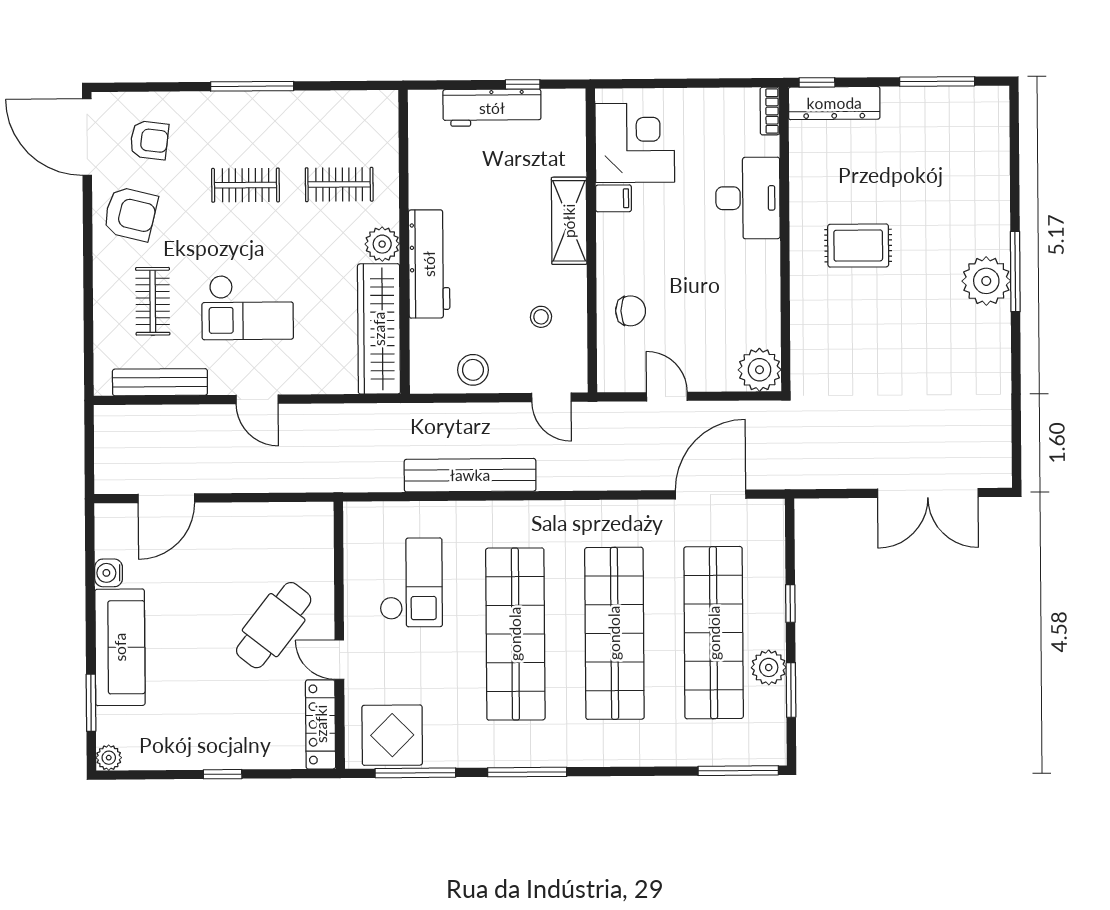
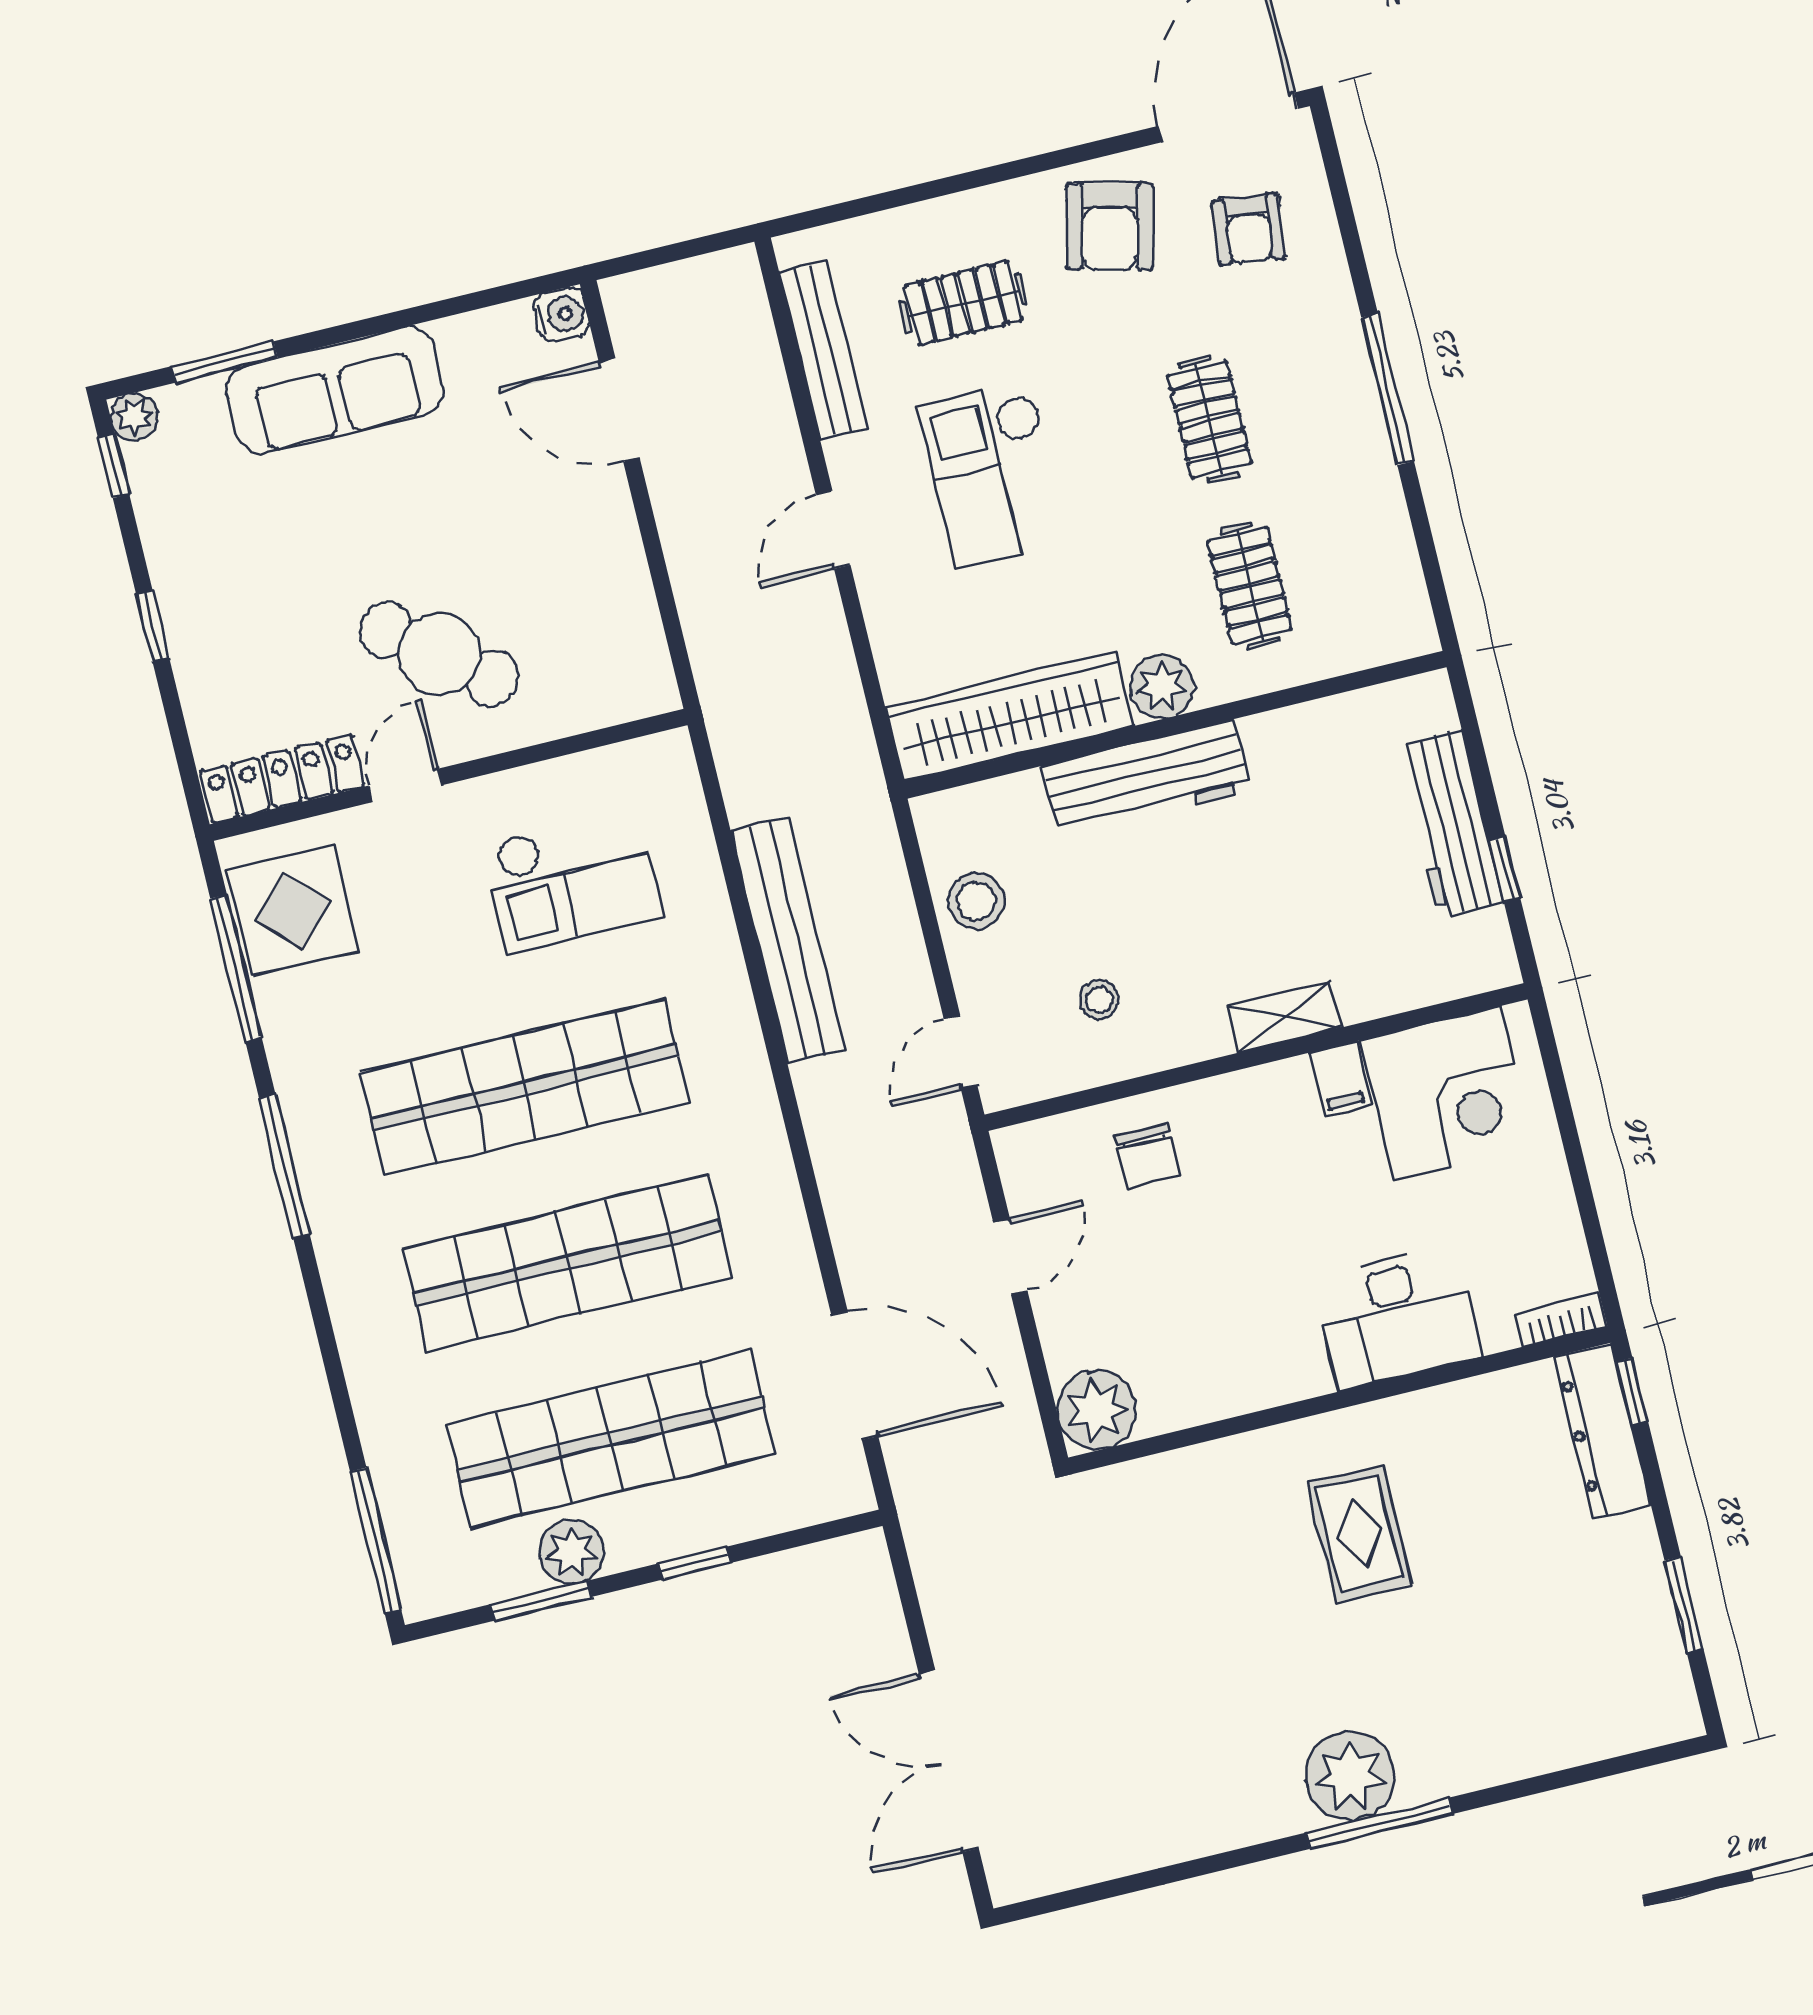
window: (937, 81) -> (1684, 1605), width x0.69
shelving: (569, 221) -> (1284, 1017), width x0.67, depth x0.75
water cooler: (109, 573) -> (561, 315), moved, turned 90
window: (132, 775) -> (114, 466), added

